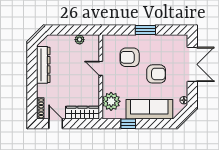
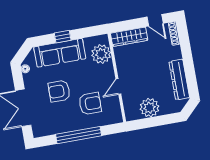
window: (145, 30) -> (79, 135), width x2.11
plant: (80, 40) -> (149, 108), width x1.87, depth x1.87
door: (101, 68) -> (118, 87), swing flipped
window: (128, 124) -> (63, 37), moved

